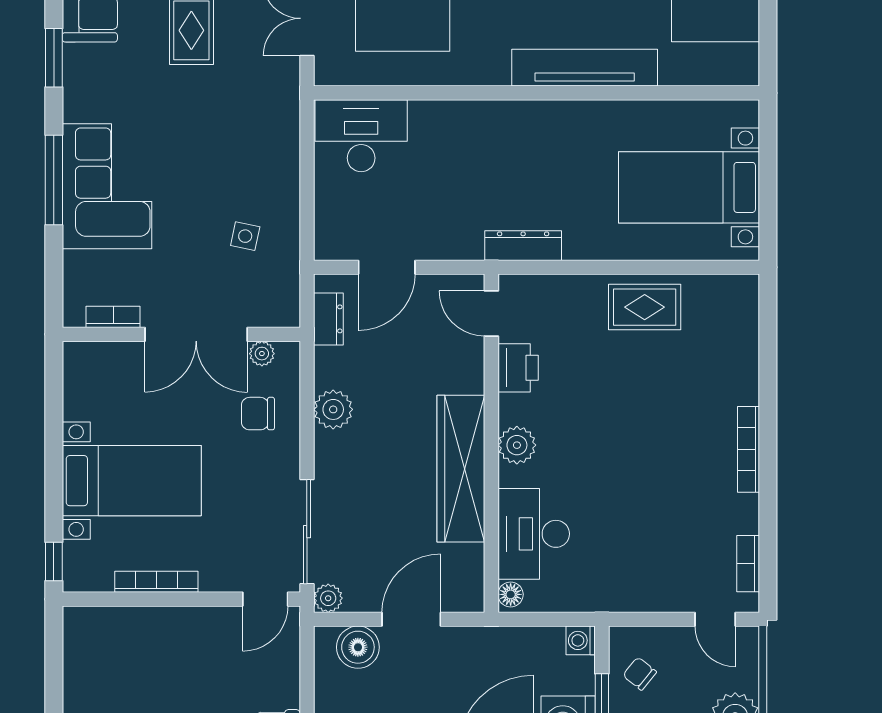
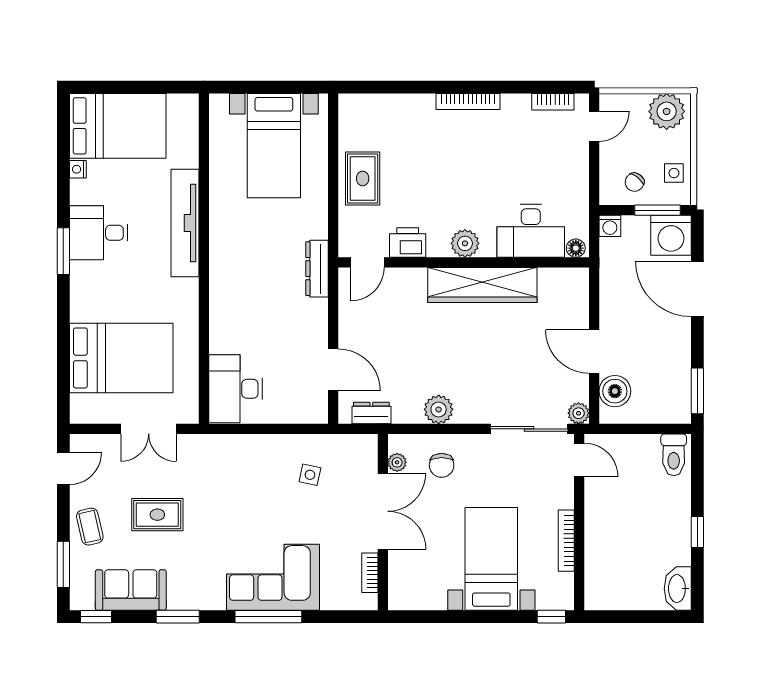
door: (491, 313) -> (367, 262), moved
printer: (518, 368) -> (408, 243), moved
wall: (491, 443) -> (464, 262), moved
plant: (517, 445) -> (465, 243), moved
wardrobe: (461, 469) -> (482, 285), moved
desk: (534, 534) -> (531, 231), moved
floor lamp: (511, 594) -> (576, 248), moved

